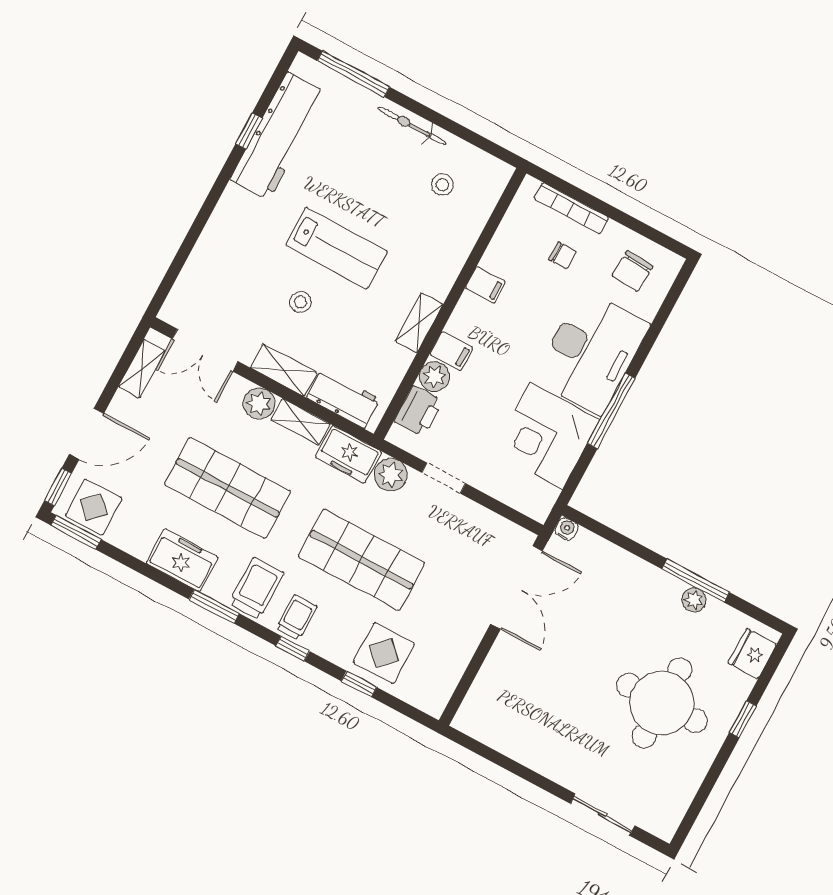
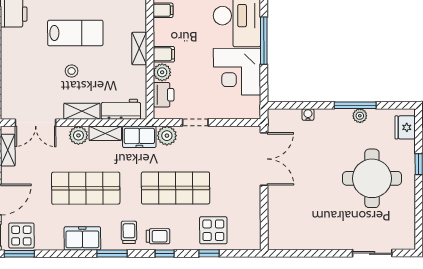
water cooler: (566, 529) -> (308, 115), moved
trolley: (256, 588) -> (129, 232), width x0.73, depth x0.72
trolley: (297, 617) -> (158, 236), turned 90

